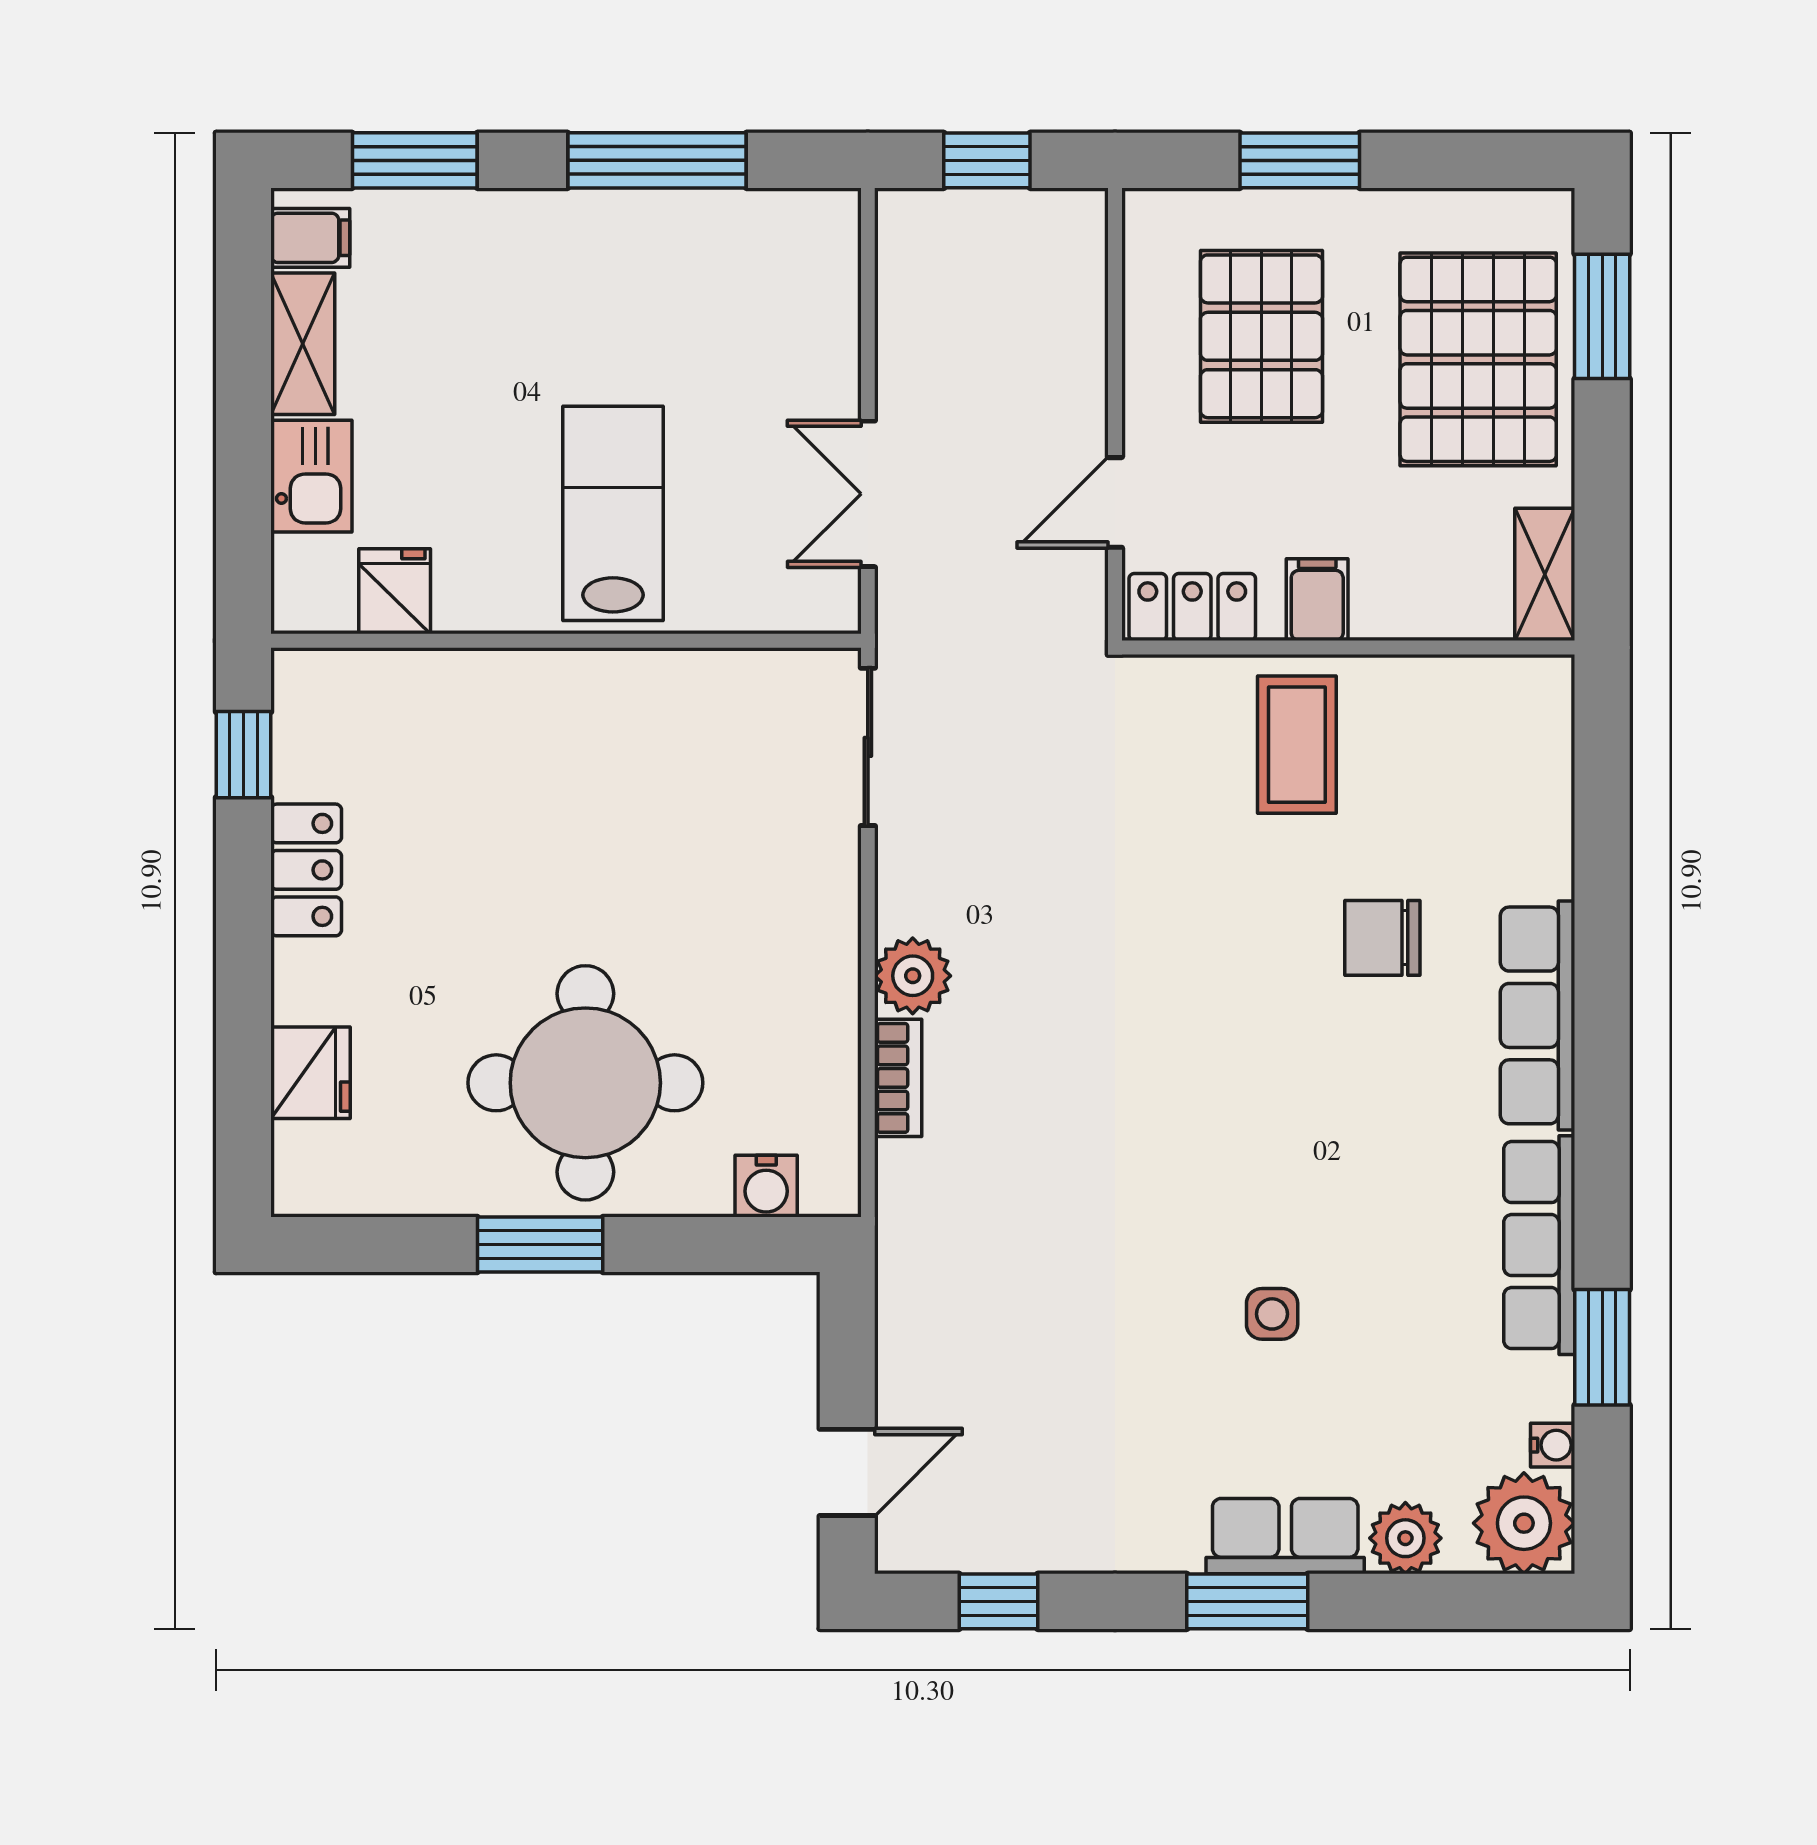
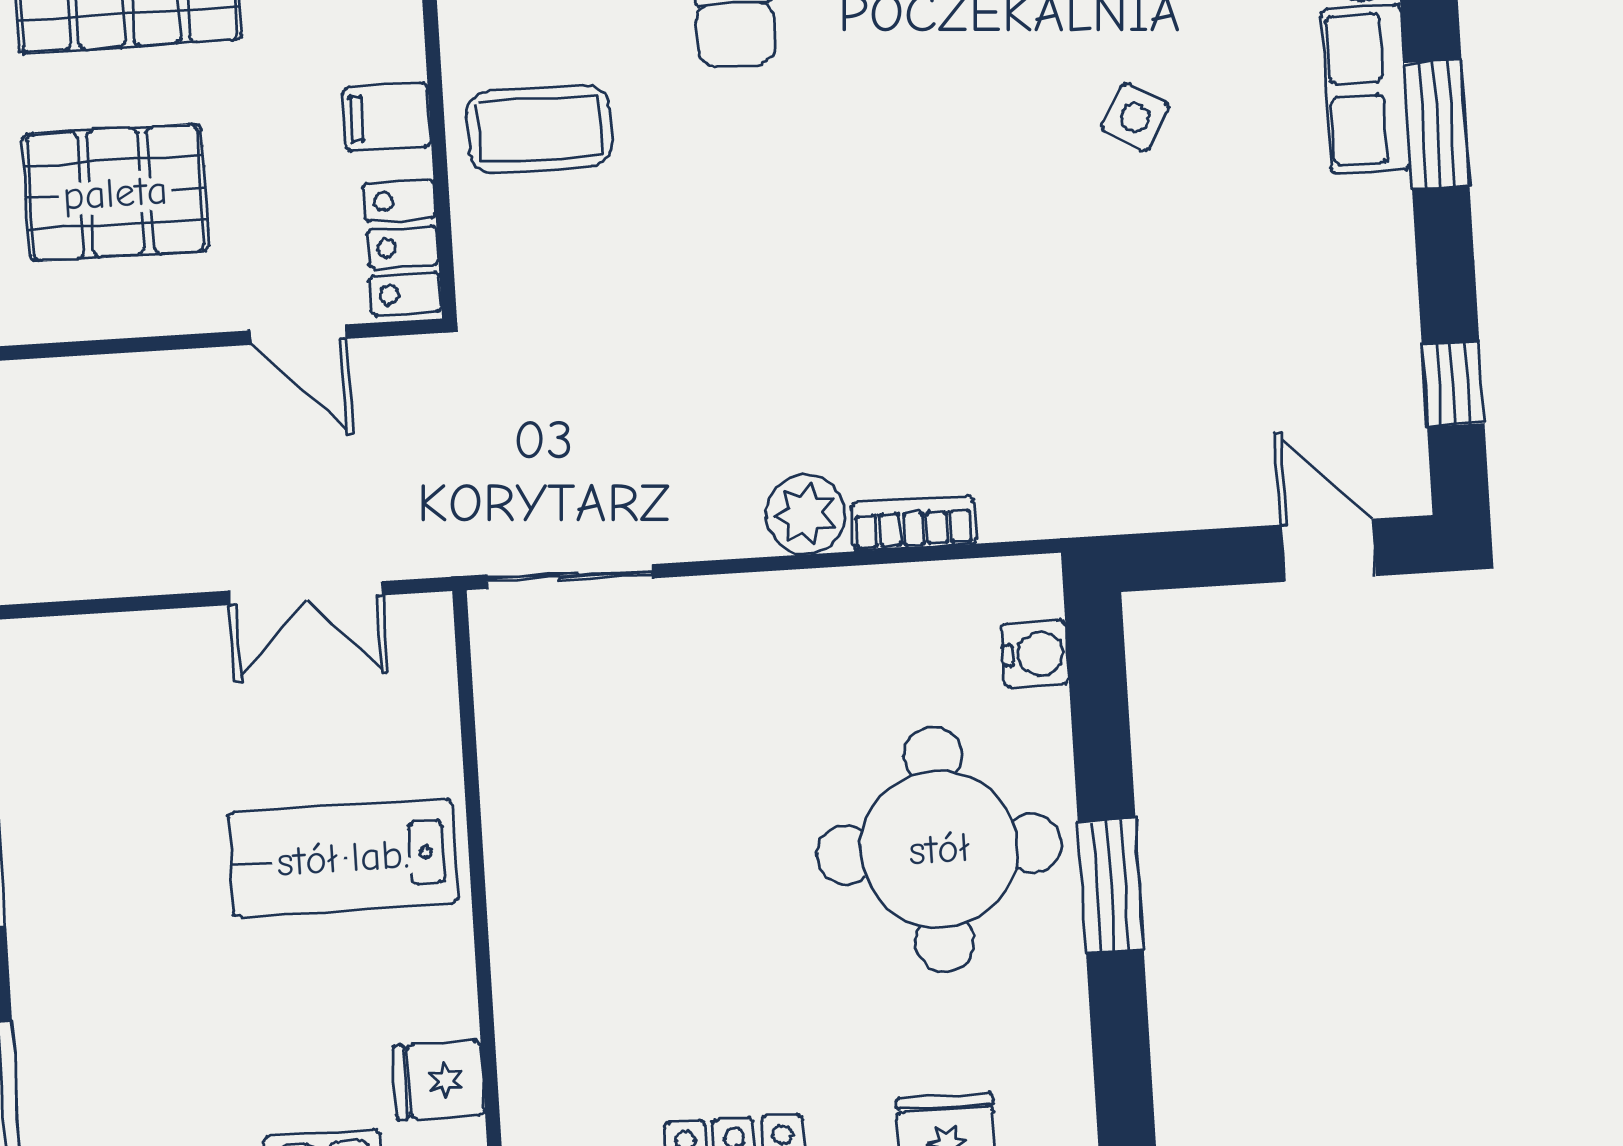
side table: (1272, 1314) -> (1135, 117), turned 31

